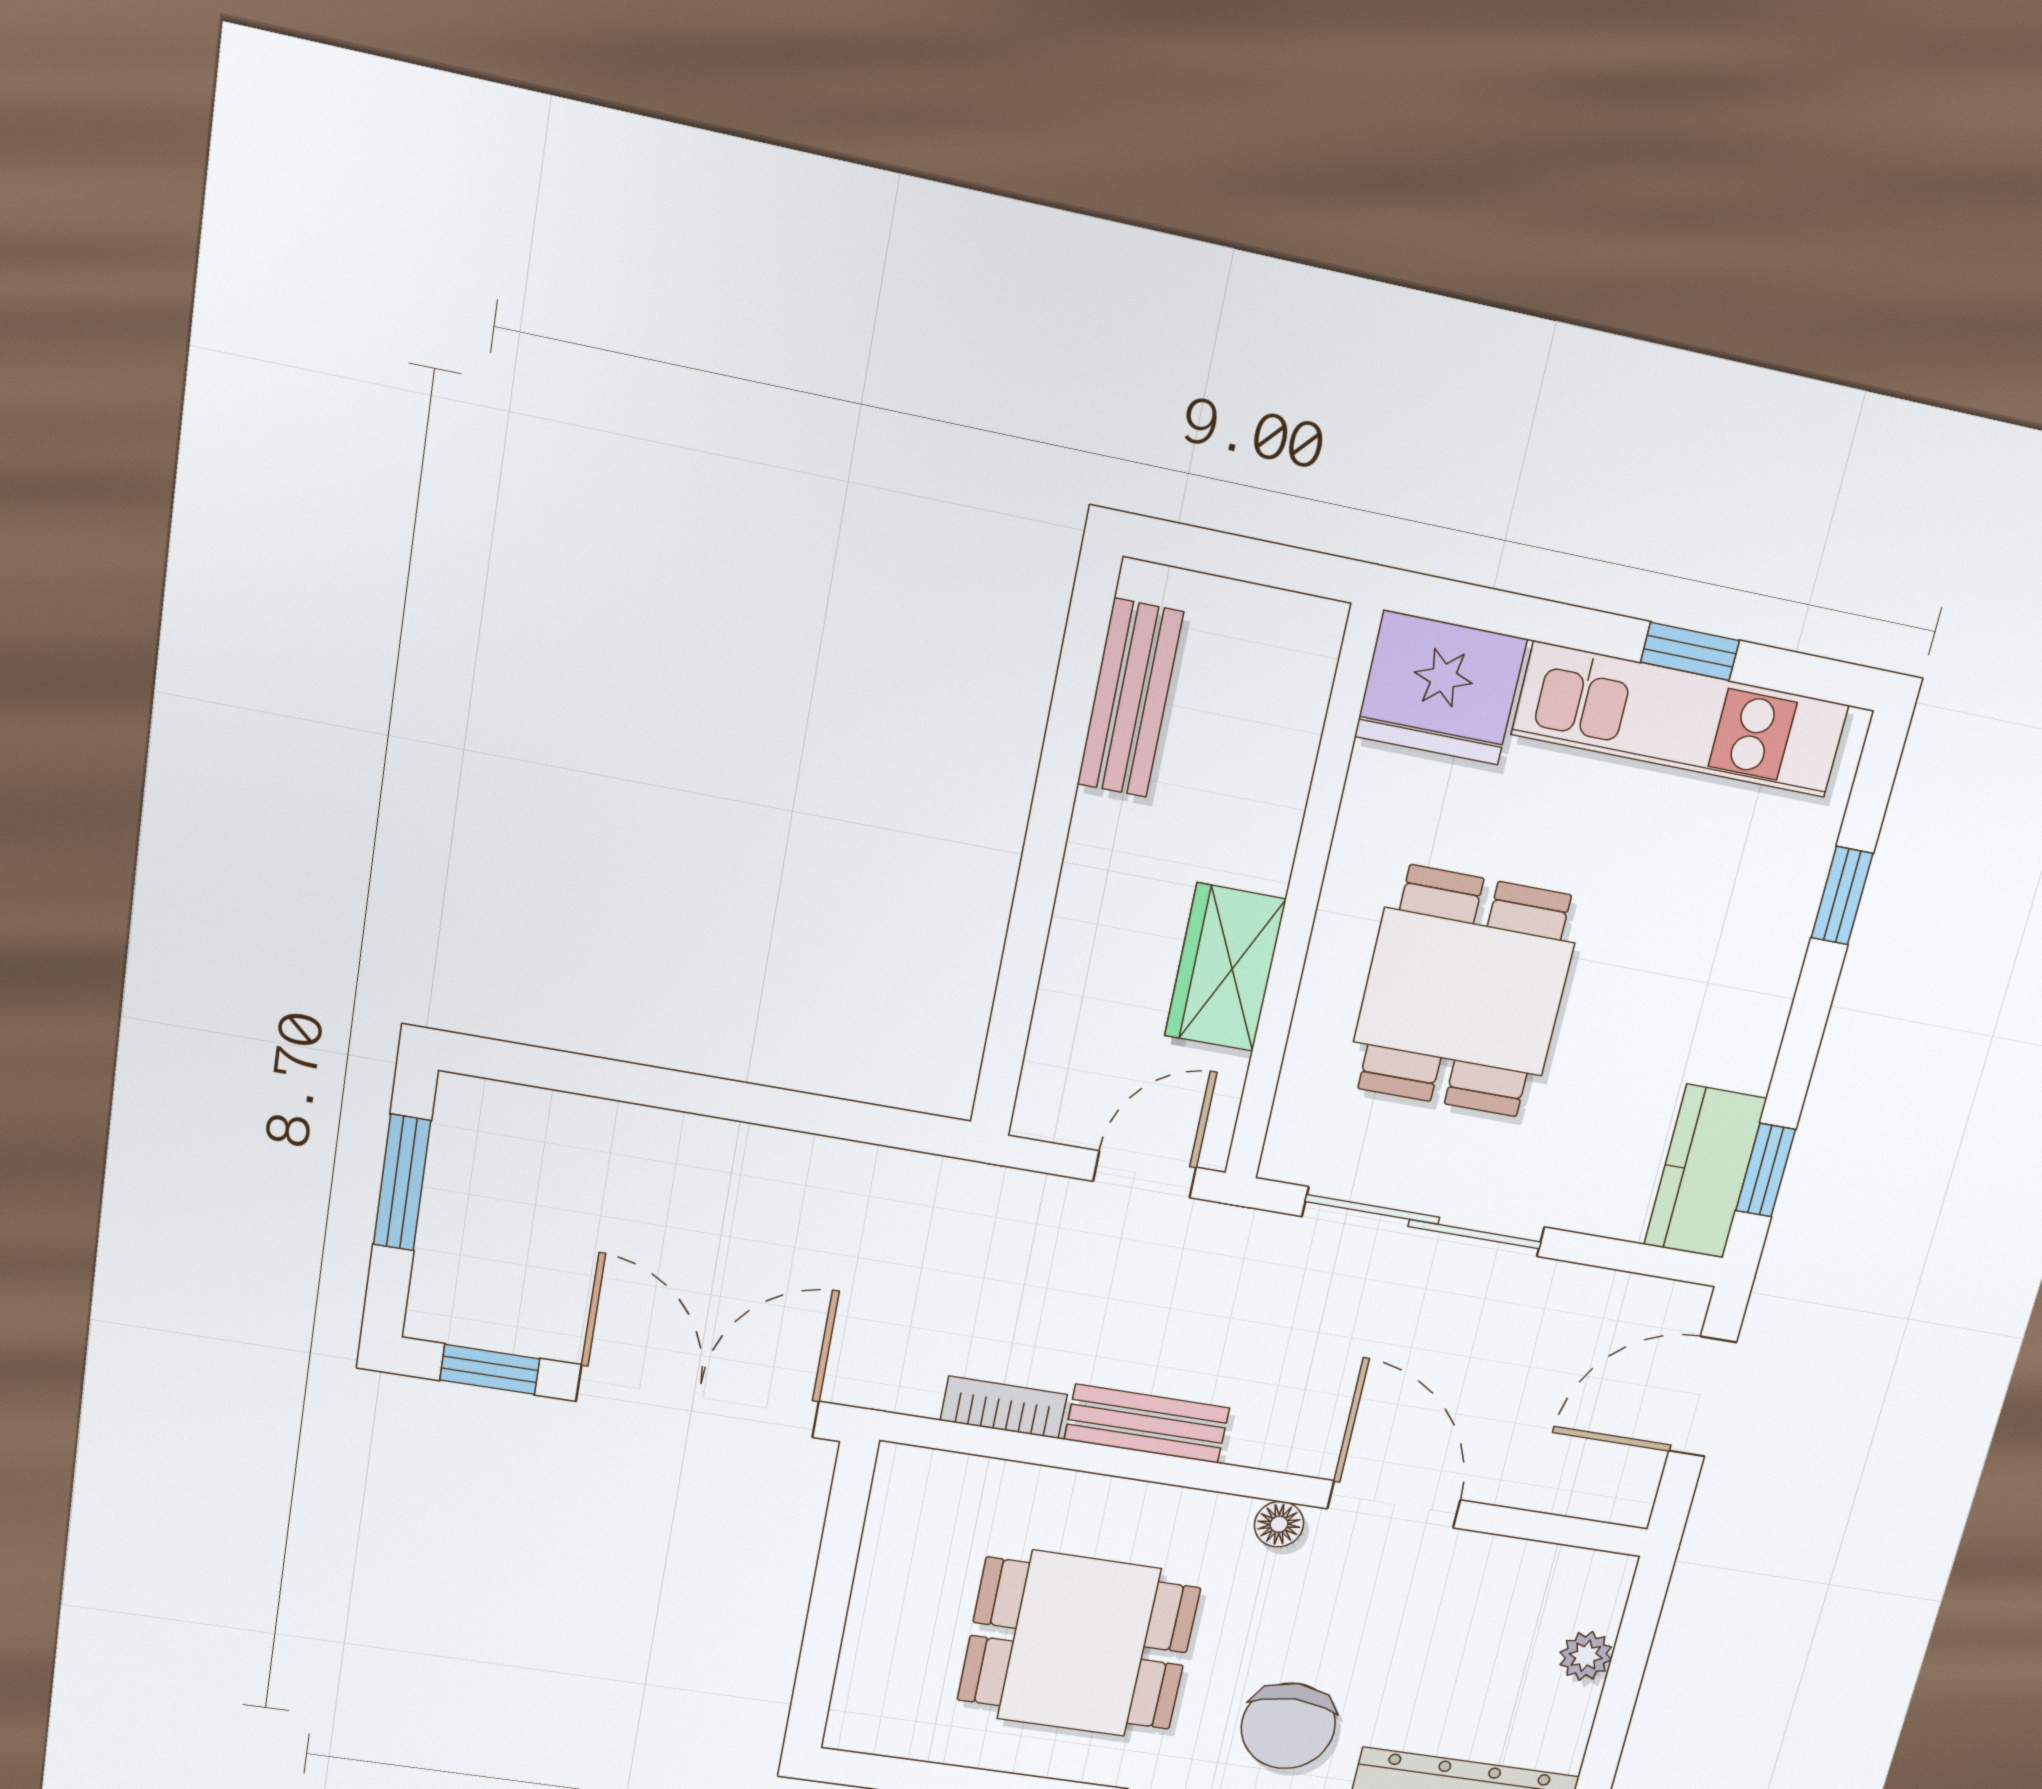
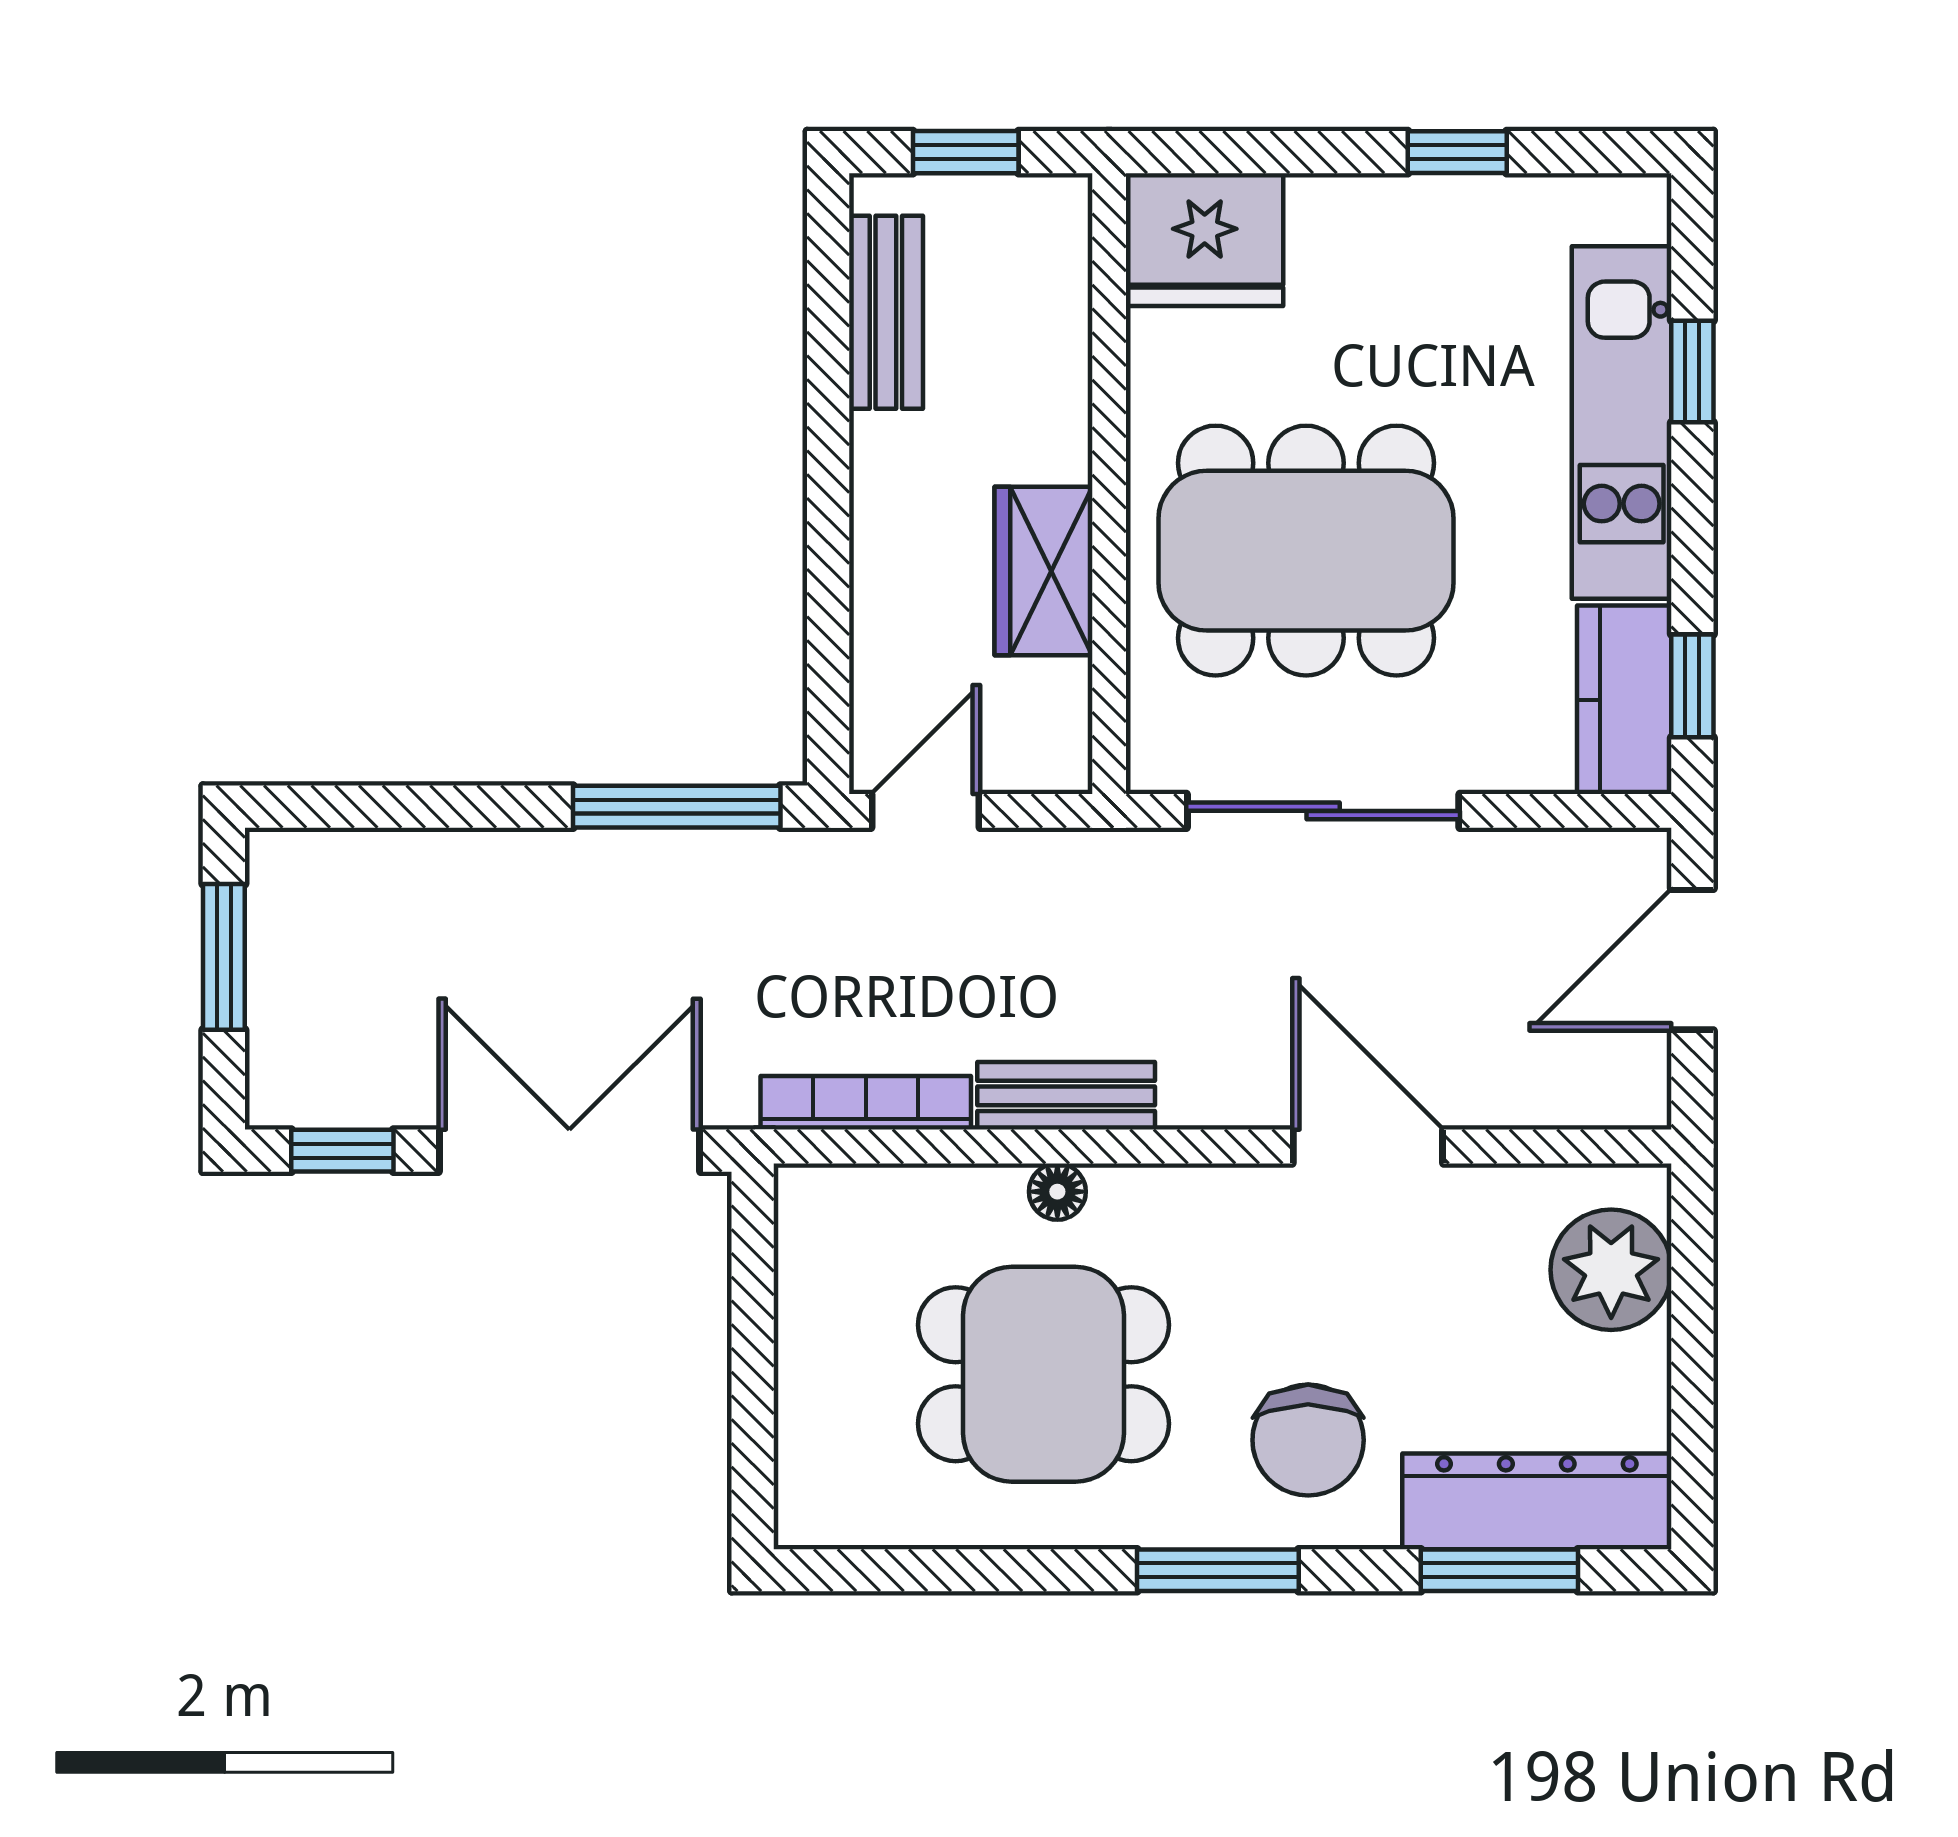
window: (1237, 558) -> (966, 152), added
kitchen unit: (1681, 720) -> (1622, 422), moved, turned 90
dining table: (1464, 992) -> (1306, 551), width x1.38
window: (848, 1120) -> (677, 807), added
door: (1145, 1174) -> (925, 811), moved
bookcase: (1004, 1407) -> (866, 1103), width x1.56
floor lamp: (1279, 1524) -> (1057, 1192), moved
plant: (1586, 1656) -> (1611, 1270), width x1.88, depth x1.88

